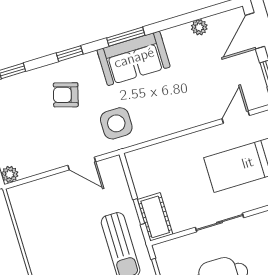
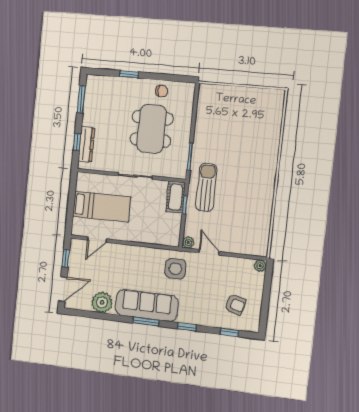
plant: (199, 27) -> (102, 302), width x1.88, depth x1.88
sofa: (134, 58) -> (147, 305), width x1.36
armchair: (66, 95) -> (235, 304), moved
plant: (114, 165) -> (188, 243), added

